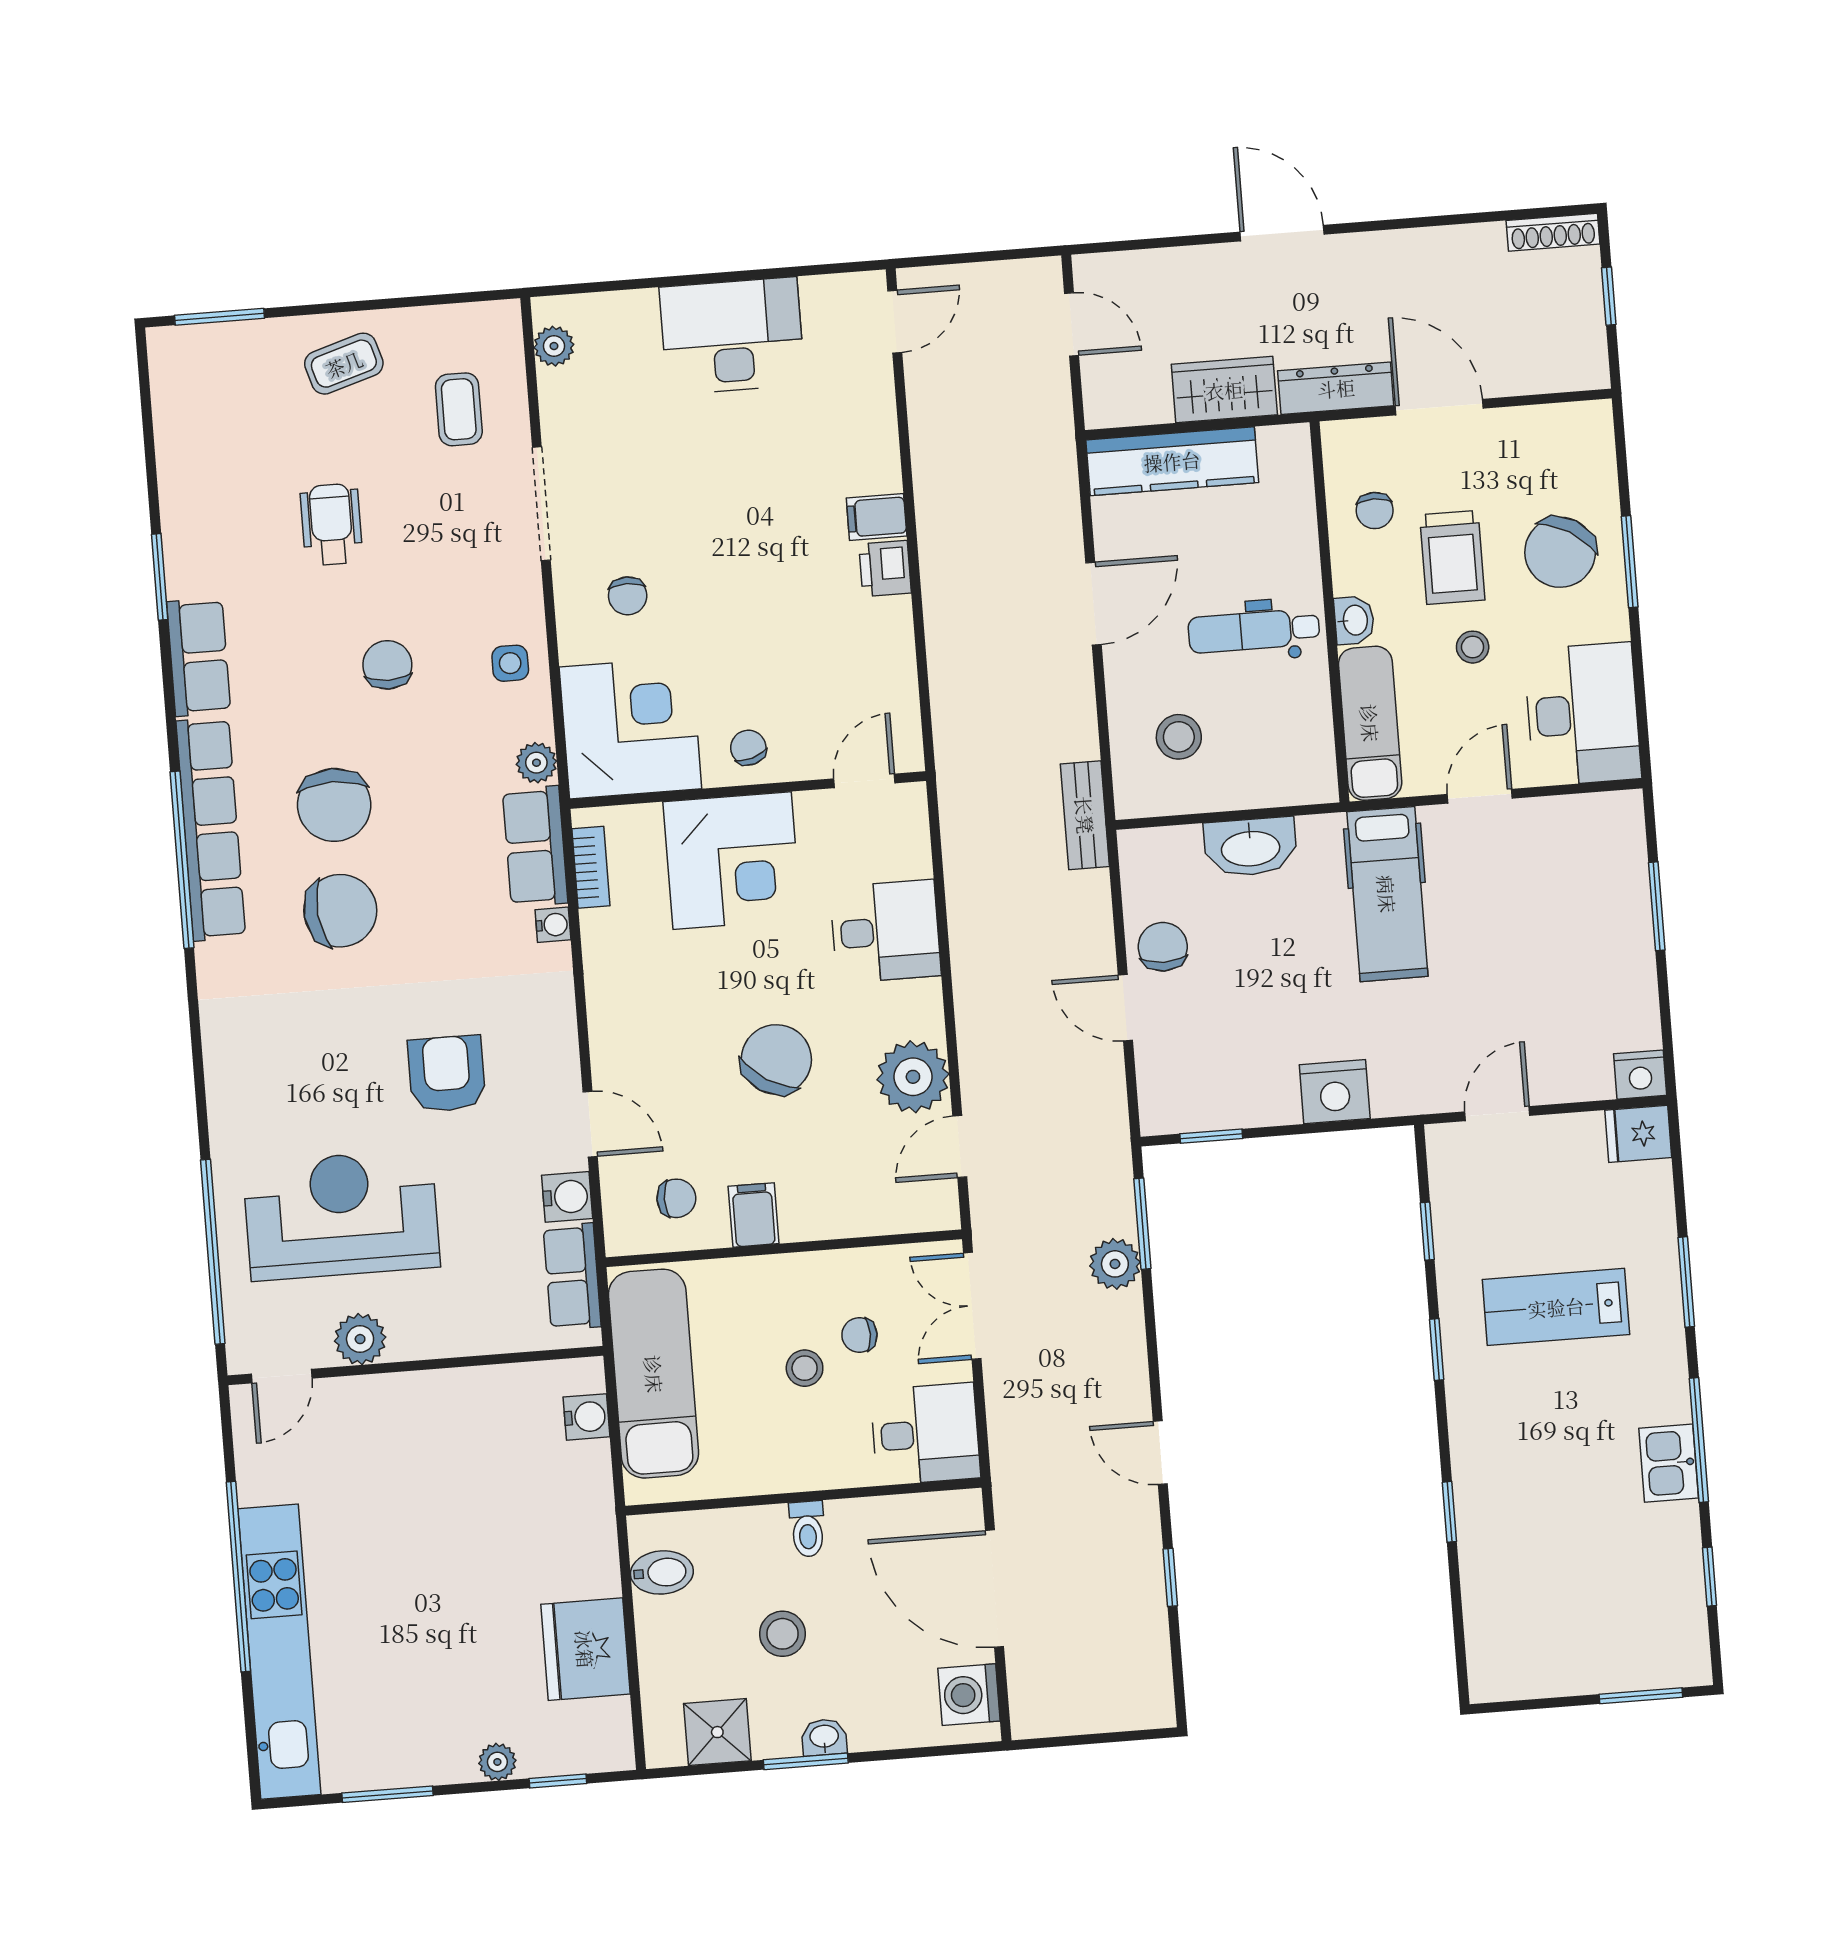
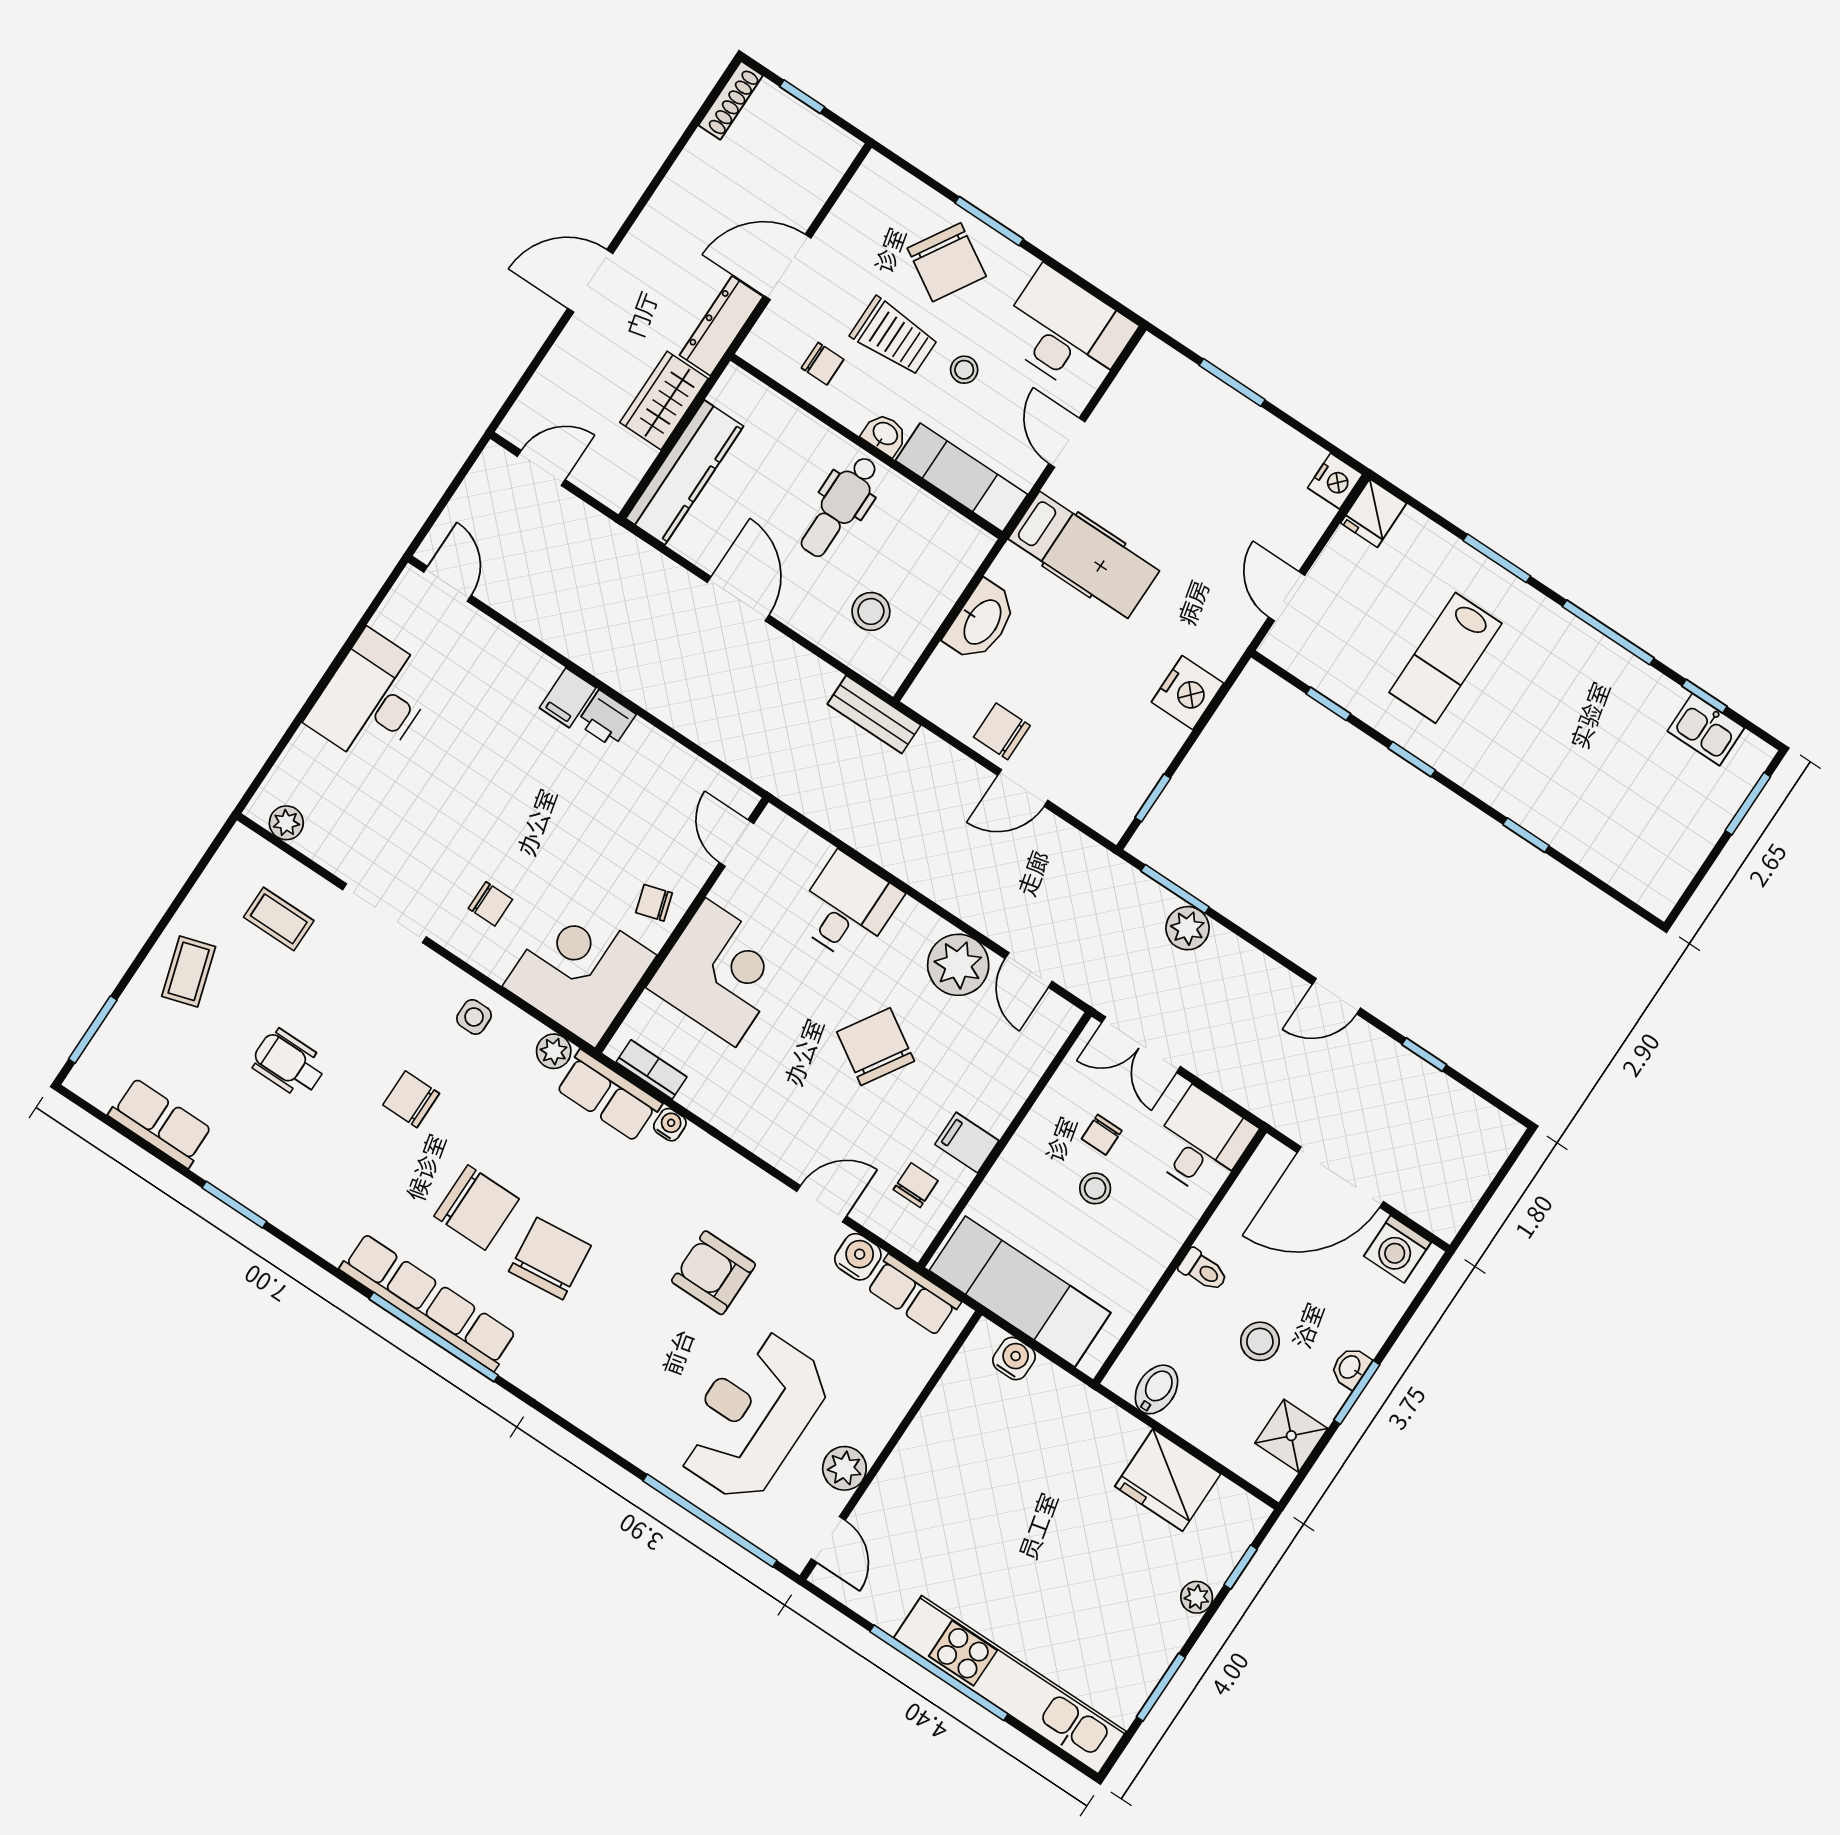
row of seats: (199, 657) -> (161, 1123), moved
kitchen sink: (1669, 1463) -> (1706, 730), moved

